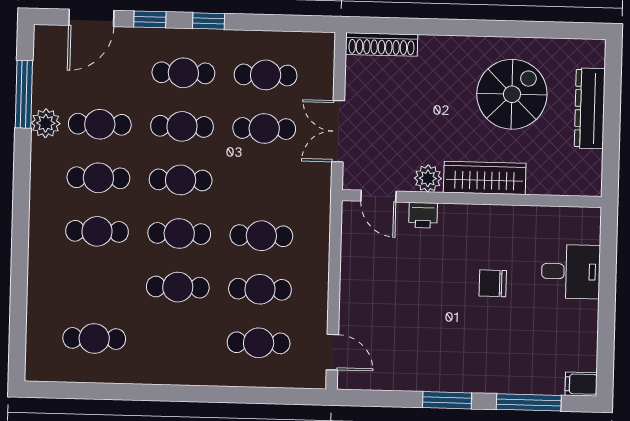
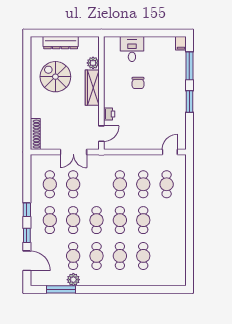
plant: (428, 178) -> (93, 63), moved
cafe table: (94, 339) -> (143, 256), moved

